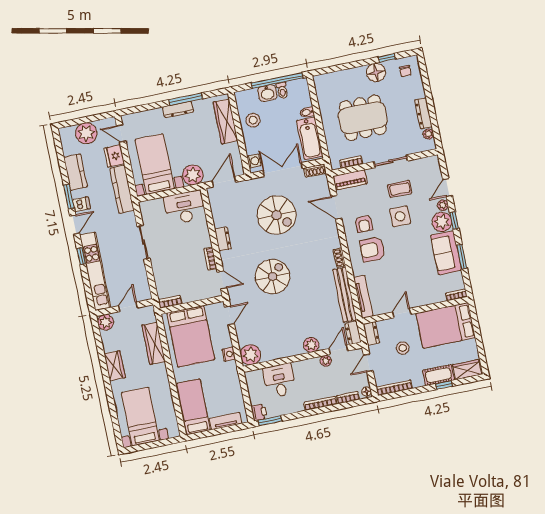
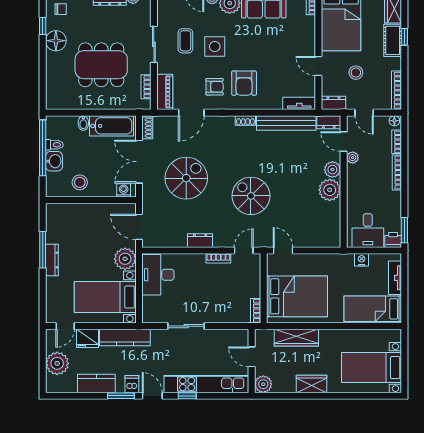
dining table: (363, 118) -> (101, 65), turned 90
wardrobe: (225, 121) -> (75, 212), removed
tv unit: (363, 297) -> (299, 103), width x0.71
nightstand: (229, 354) -> (362, 260), moved
plant: (250, 355) -> (330, 190), moved
desk: (279, 381) -> (368, 231), moved, turned -90

